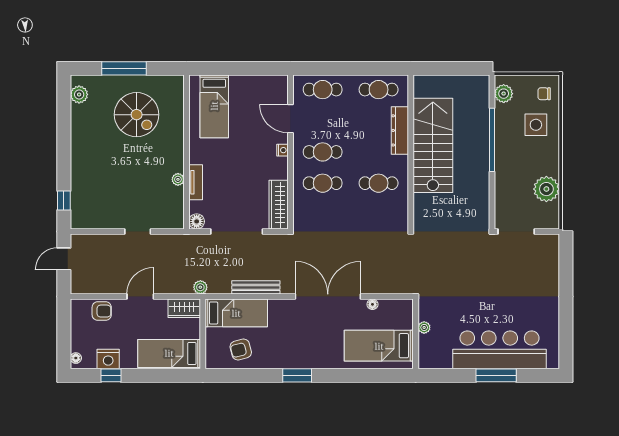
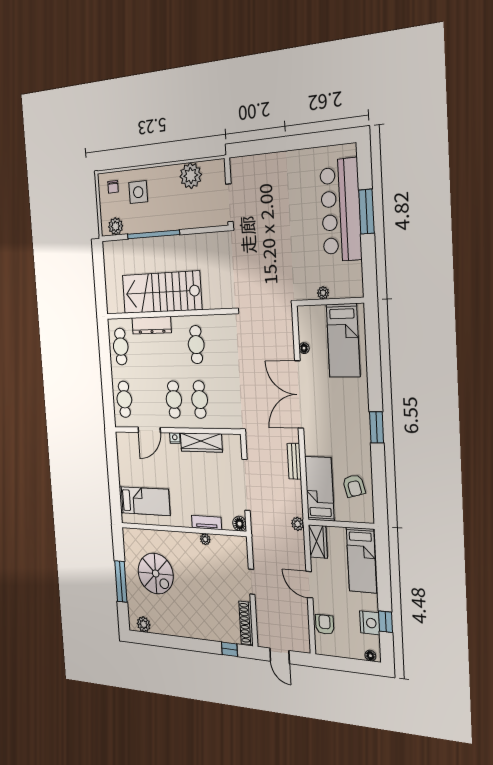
spiral stairs: (137, 115) -> (156, 574), turned 90
wardrobe: (279, 205) -> (201, 443), moved
shoe rack: (94, 222) -> (246, 623), added
bench: (256, 287) -> (294, 461), width x0.73

